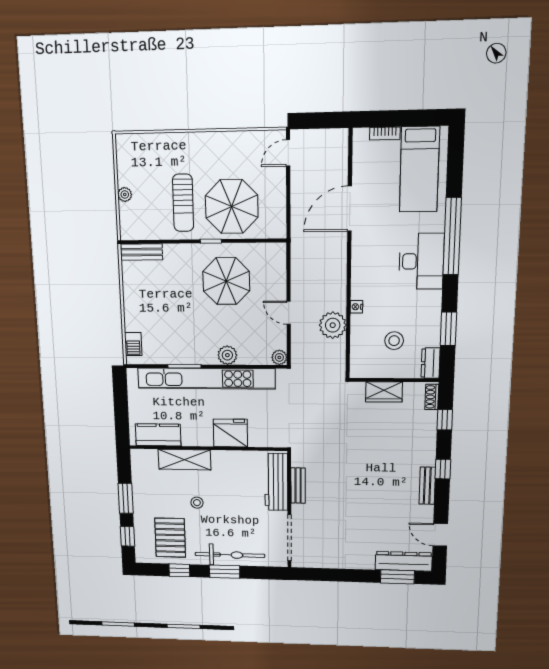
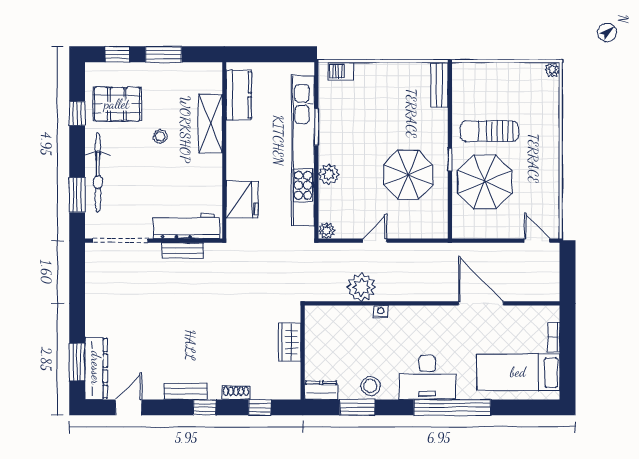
plant: (125, 194) -> (552, 70), moved
stool: (394, 341) -> (370, 386), moved
shoe rack: (432, 397) -> (236, 393), moved
fridge: (230, 433) -> (242, 199), moved
window: (225, 572) -> (77, 195), moved

